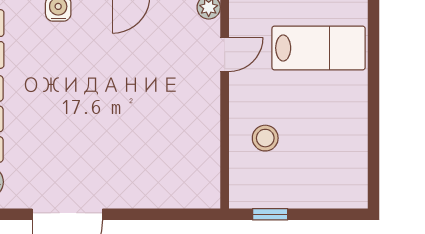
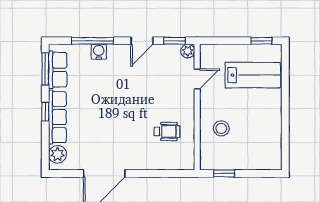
wheelchair: (173, 143) -> (167, 131), added

